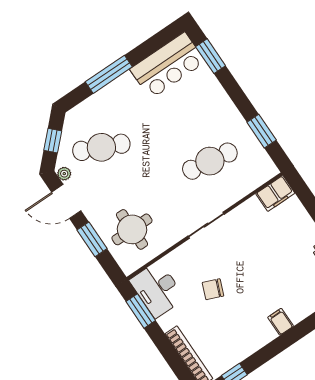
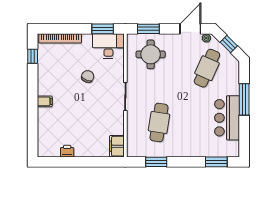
bar counter: (168, 66) -> (227, 118), moved
window: (92, 239) -> (148, 29), moved

